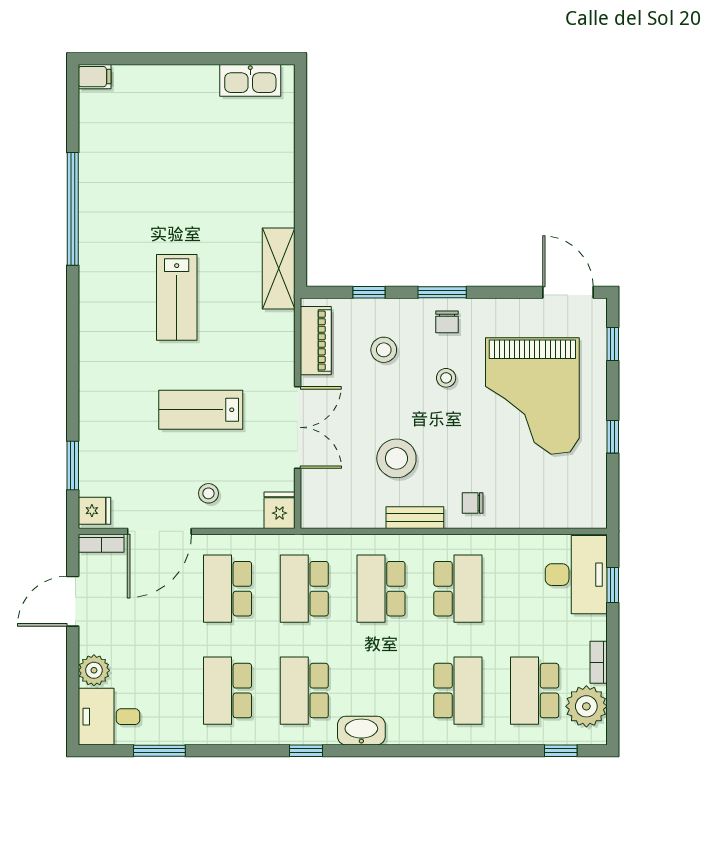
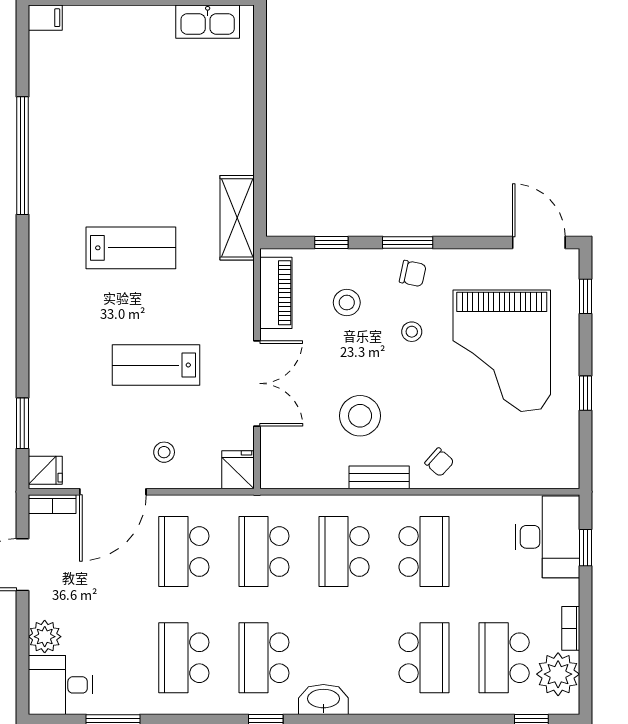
lab bench: (177, 297) -> (131, 248), turned -90
chair: (447, 322) -> (413, 273), turned -78
chair: (473, 503) -> (439, 462), turned -138

